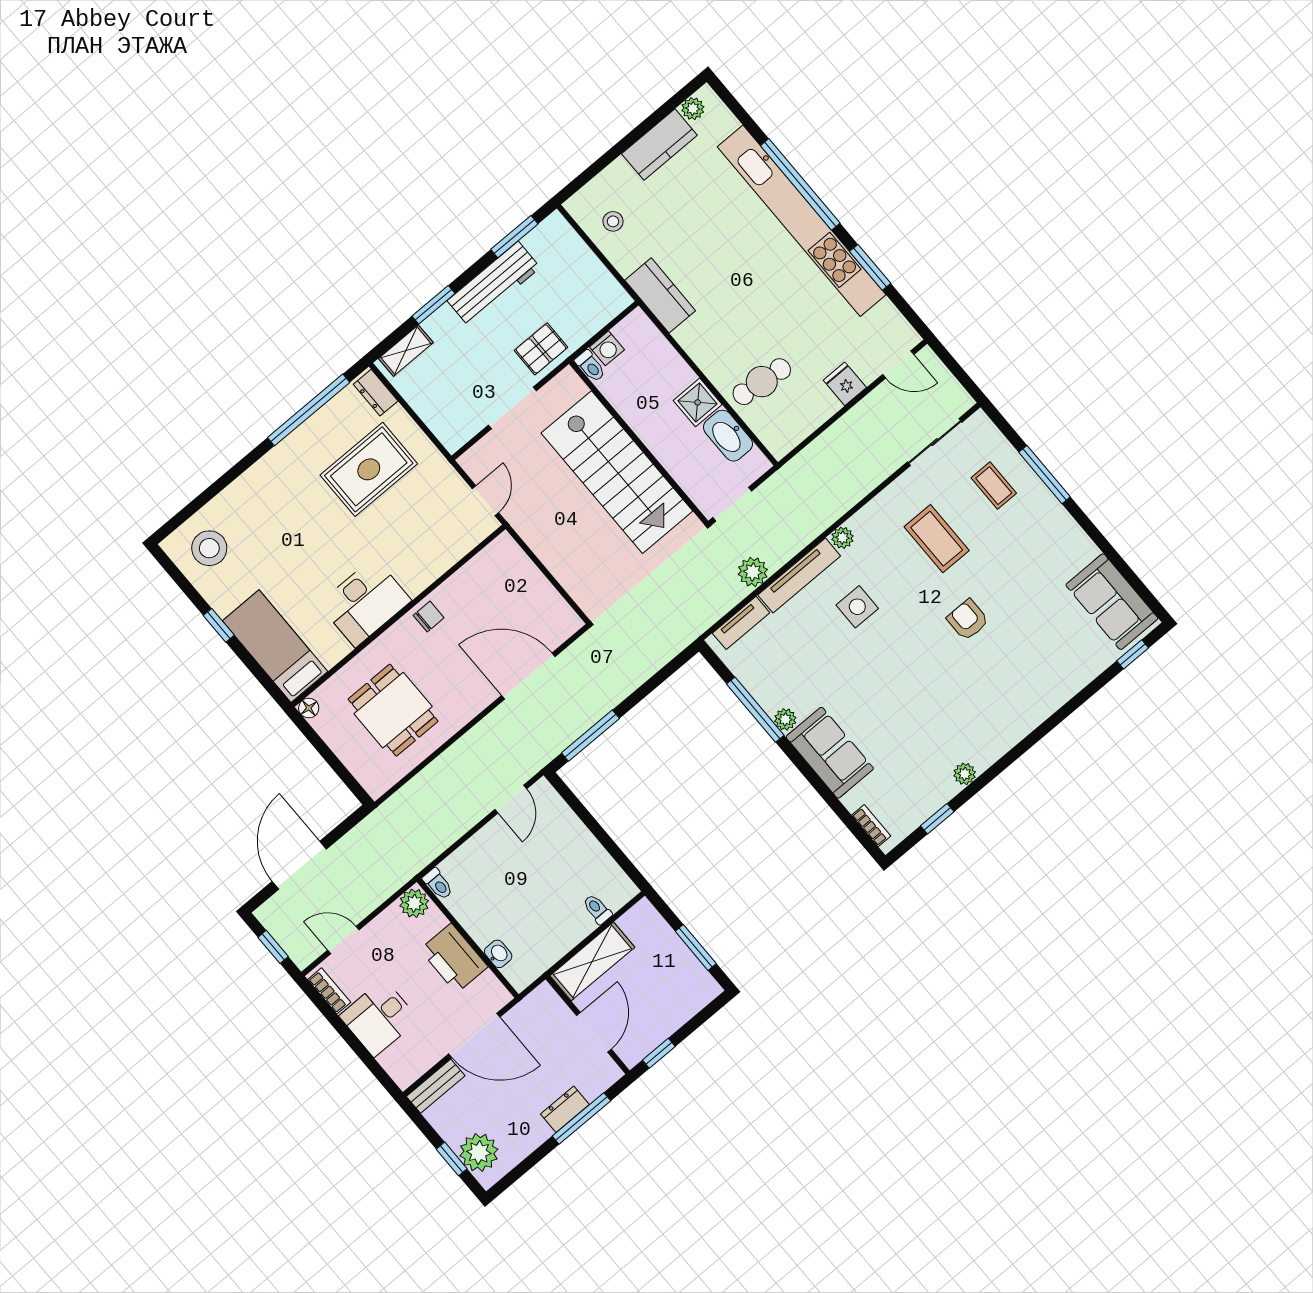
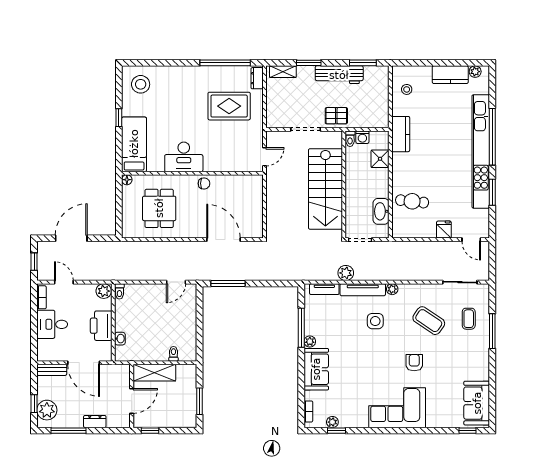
shower: (698, 402) -> (380, 159), moved
coffee table: (937, 539) -> (429, 321), turned -56
corner sofa: (999, 708) -> (397, 408), added
plant: (965, 774) -> (332, 422), moved
window: (581, 1118) -> (68, 431), moved

